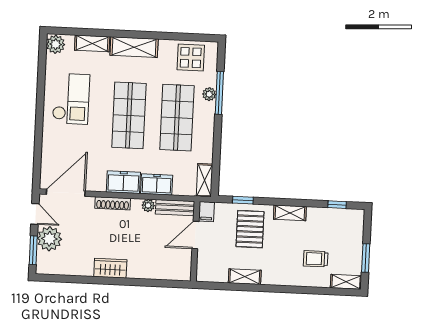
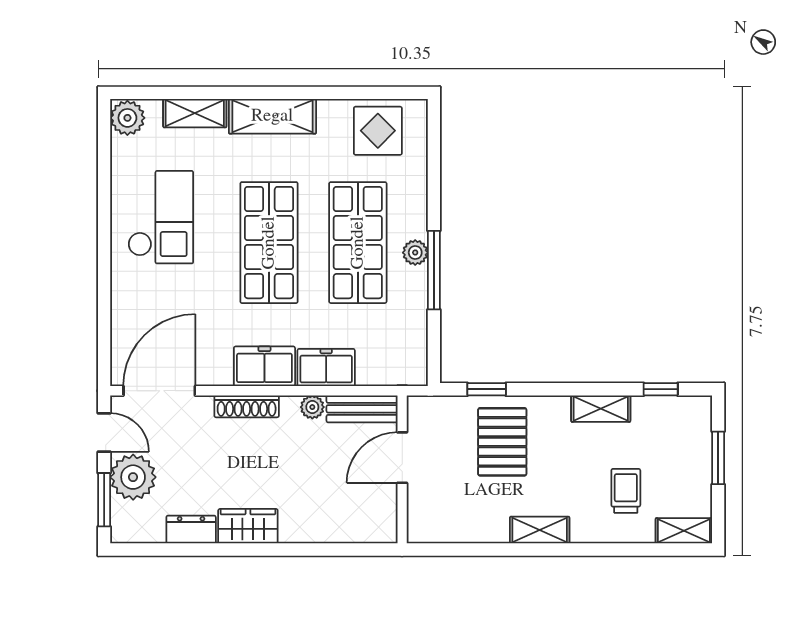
window: (219, 93) -> (434, 270), moved
plant: (209, 94) -> (415, 253), moved
shelving: (205, 180) -> (414, 356), removed
filing cabinet: (206, 212) -> (420, 414), removed
shelving: (290, 213) -> (601, 409), moved
window: (366, 258) -> (718, 458), moved
trolley: (316, 259) -> (626, 491), turned 90
dresser: (79, 269) -> (191, 530), added
shelving: (245, 277) -> (540, 530), moved

